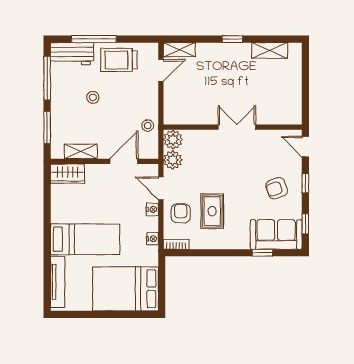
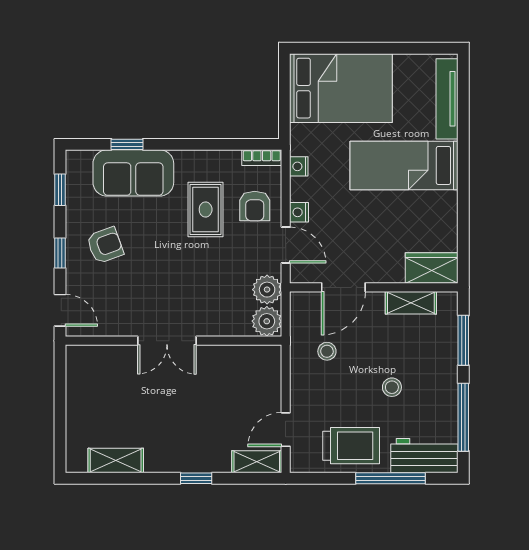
window: (232, 39) -> (196, 478), moved
stool: (148, 126) -> (327, 351), moved
sofa: (276, 234) -> (133, 173), moved

